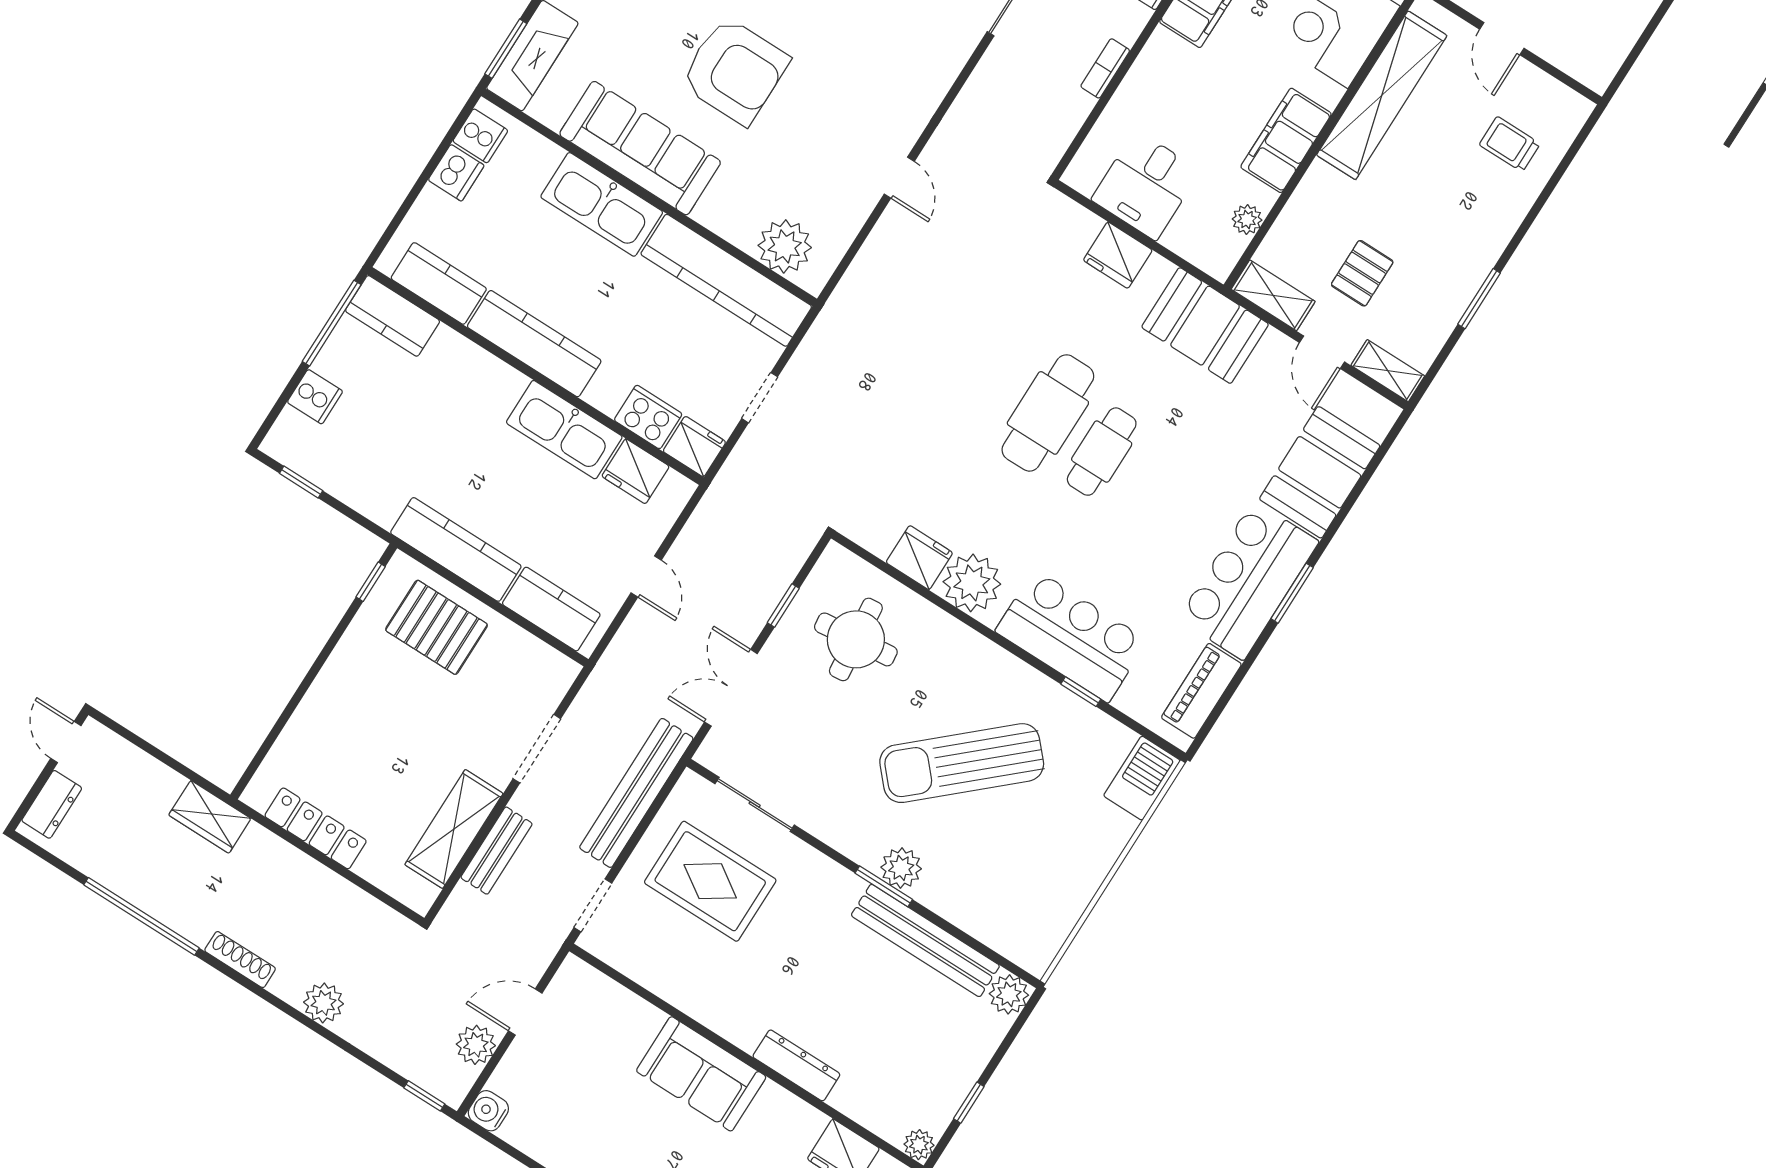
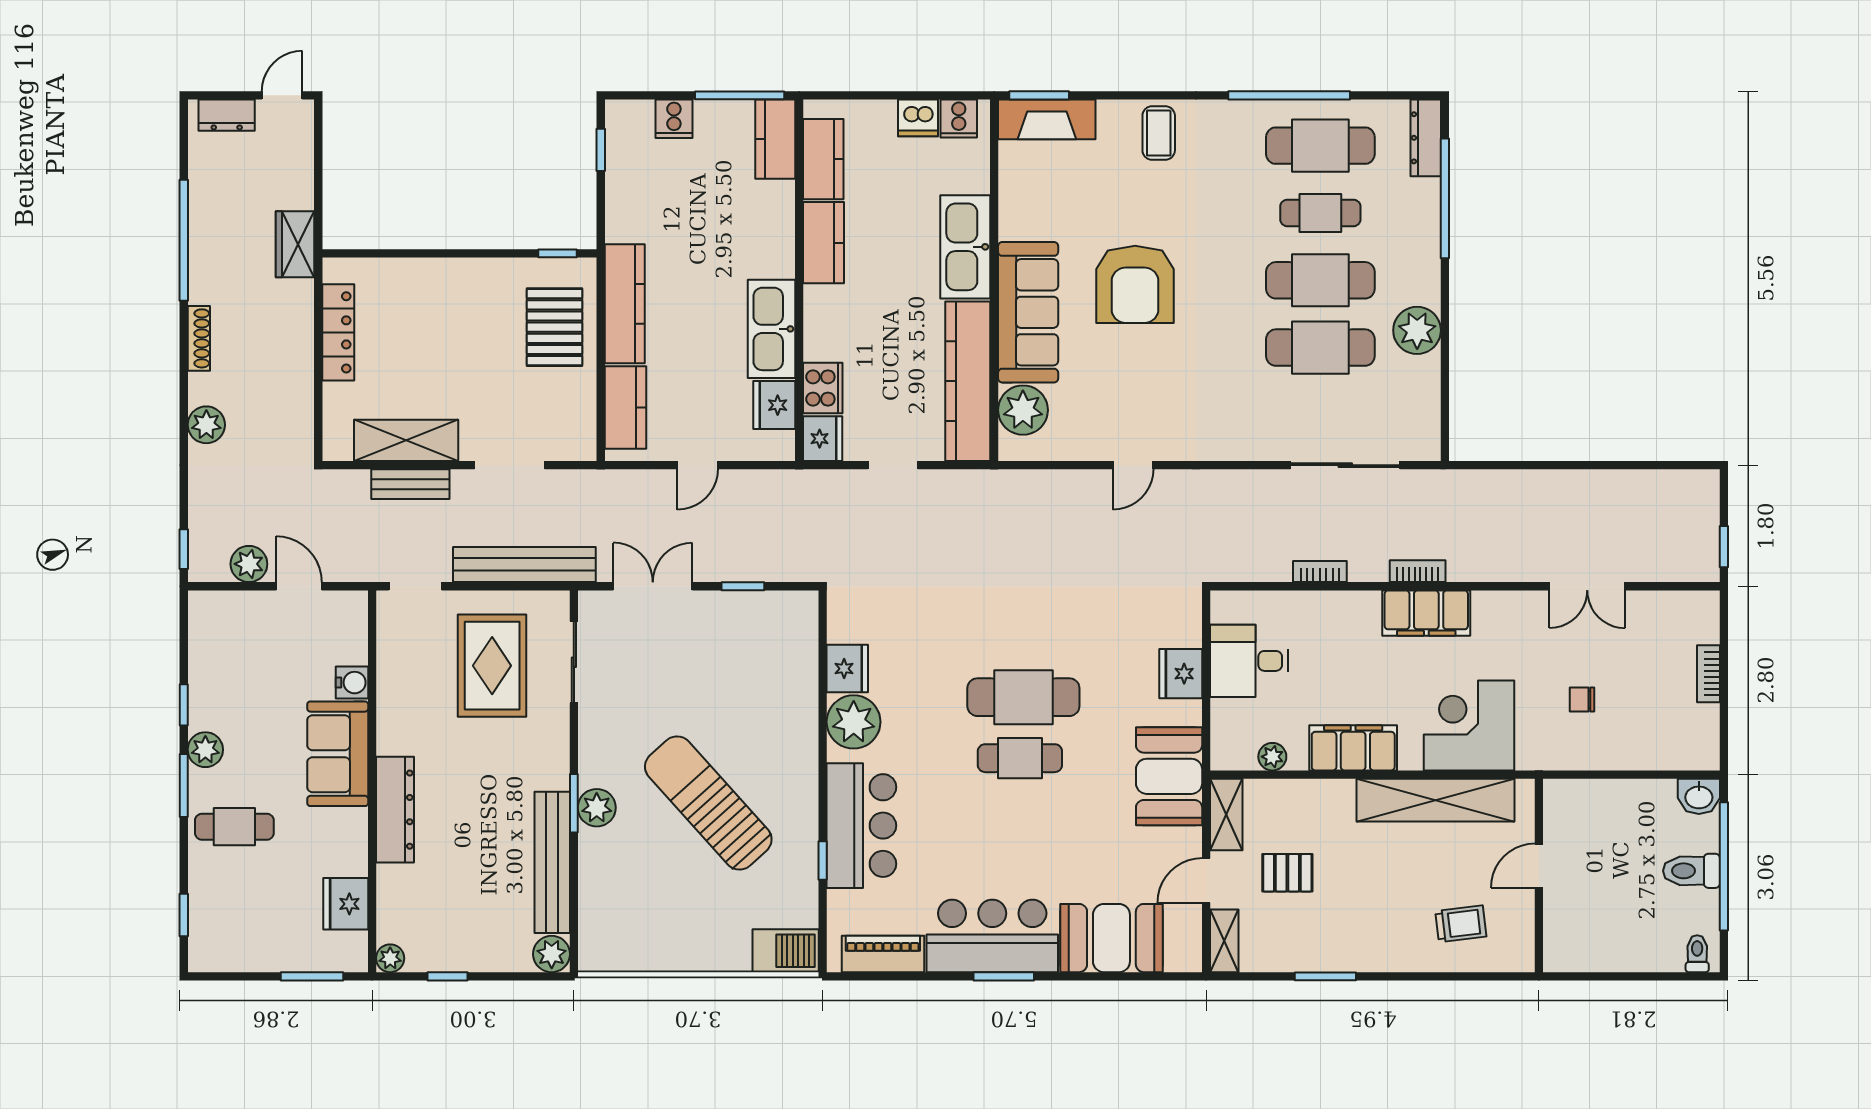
trolley: (1510, 144) -> (1461, 924), turned 83
sofa: (640, 148) -> (1028, 312), moved
kitchen counter: (534, 344) -> (824, 243), width x0.67
round table: (856, 639) -> (752, 660), removed
dresser: (796, 1065) -> (395, 810), width x1.37, depth x1.24
water cooler: (488, 1111) -> (352, 683), moved, turned 90

